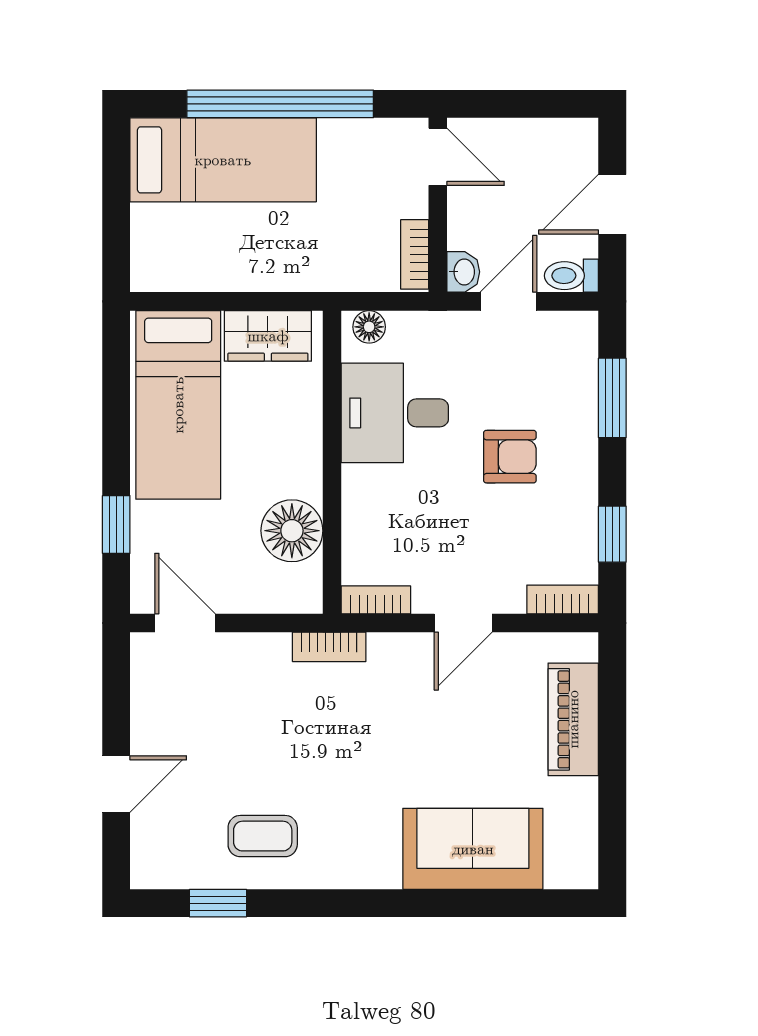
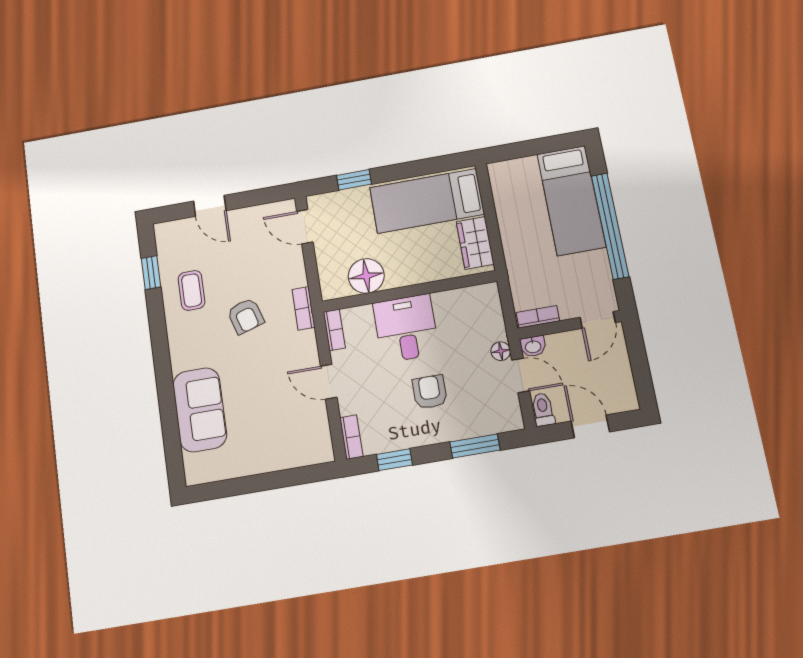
floor lamp: (369, 327) -> (501, 351), moved
desk: (395, 413) -> (406, 328), moved
armchair: (510, 457) -> (430, 392), turned 180
door: (185, 623) -> (305, 227), swing flipped
piano: (573, 719) -> (282, 455), removed
armchair: (325, 748) -> (246, 316), added

